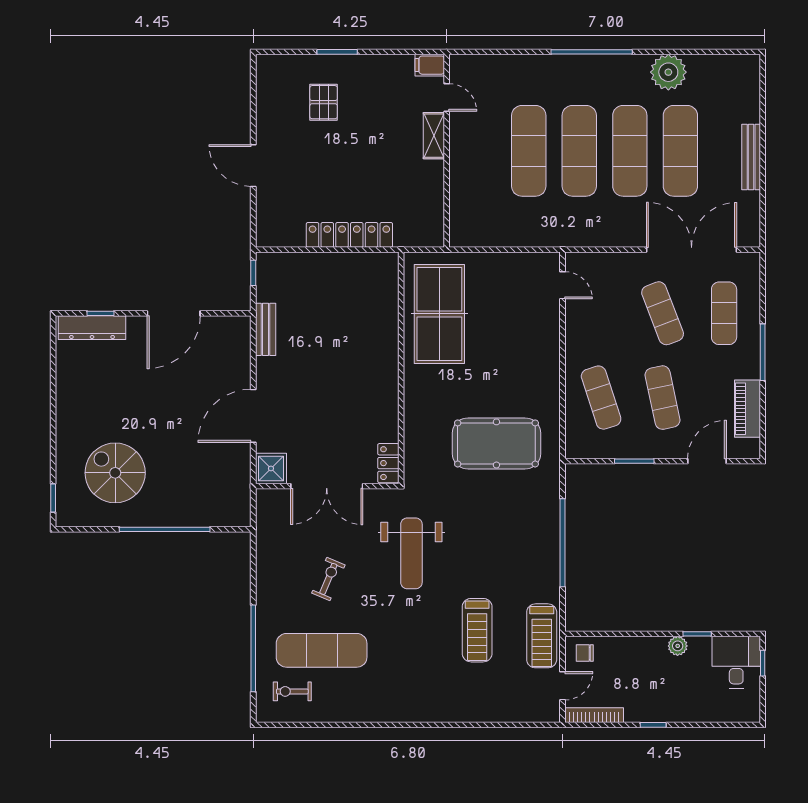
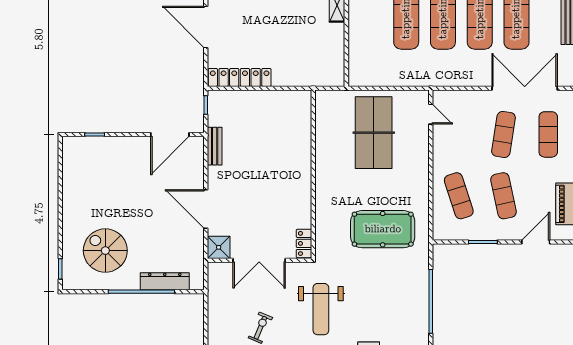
door: (253, 166) -> (206, 27), width x1.36
locker: (349, 235) -> (240, 77), moved
door: (174, 313) -> (170, 135), moved
exercise mat: (663, 313) -> (503, 134), turned 30
table tennis table: (439, 314) -> (374, 133), moved
dresser: (92, 328) -> (165, 281), moved, turned 180
door: (253, 416) -> (206, 209), hinge flipped

